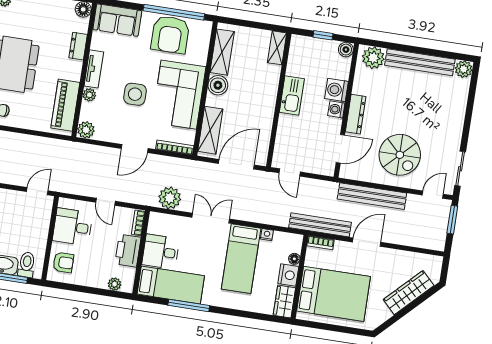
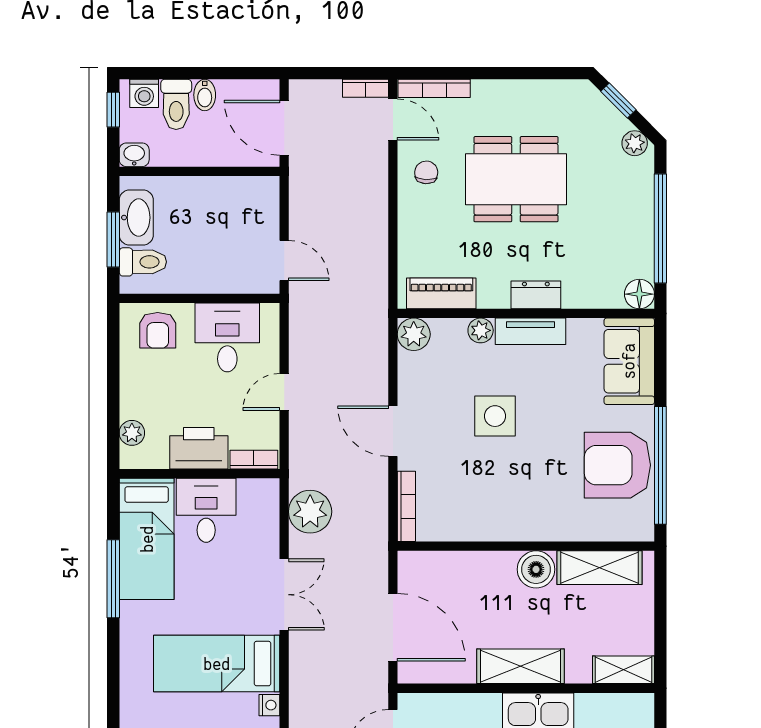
dresser: (78, 46) -> (536, 295), moved
corner sofa: (179, 95) -> (507, 499), removed
piano: (65, 105) -> (441, 293), width x0.73, depth x0.75
shelving: (210, 130) -> (520, 666), moved

